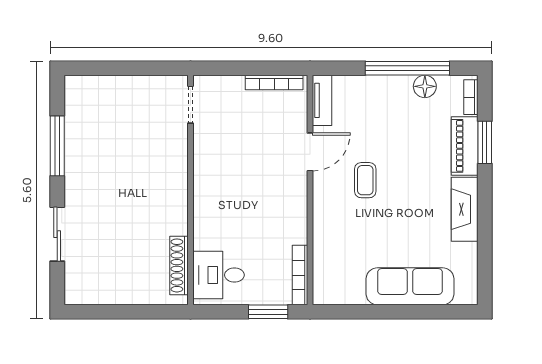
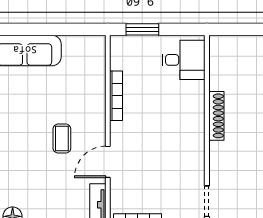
shoe rack: (179, 265) -> (216, 116), moved
bookcase: (300, 275) -> (116, 96), moved

